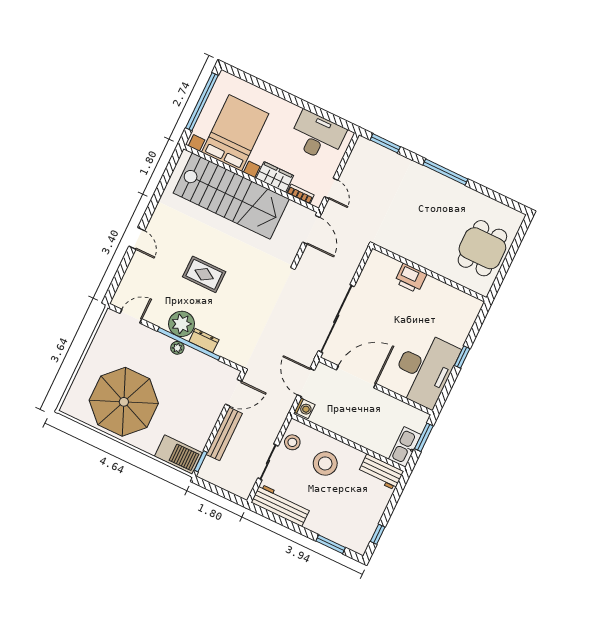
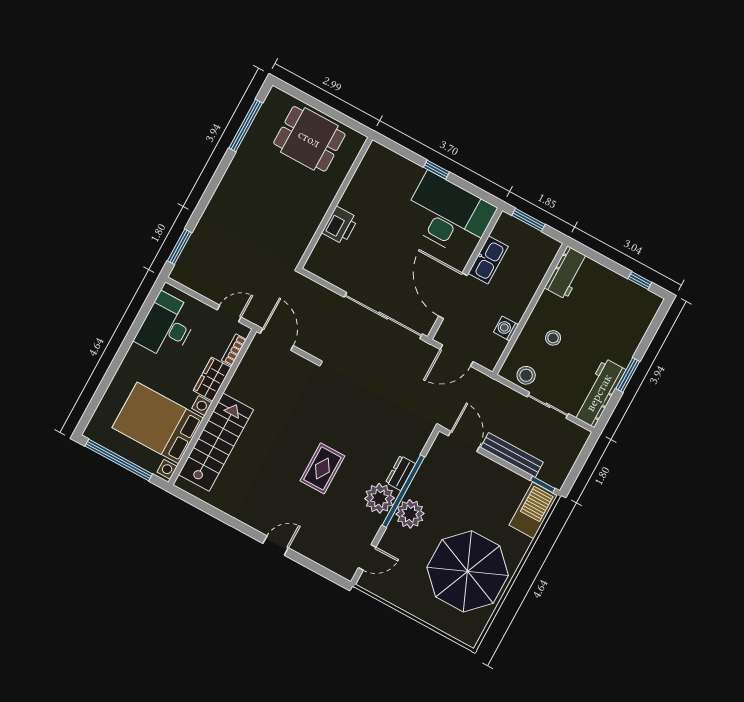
window: (445, 172) -> (246, 126), moved
stairs: (231, 196) -> (216, 442), width x0.73, depth x0.66
door: (311, 230) -> (277, 339), hinge flipped
door: (131, 316) -> (367, 557), swing flipped
plant: (177, 348) -> (410, 514), width x1.88, depth x1.88
washing machine: (305, 408) -> (506, 328), moved, turned -90
kitchen sink: (405, 447) -> (488, 260), moved, turned -90
stool: (325, 463) -> (553, 338), width x0.53, depth x0.53
window: (331, 544) -> (628, 375), moved

